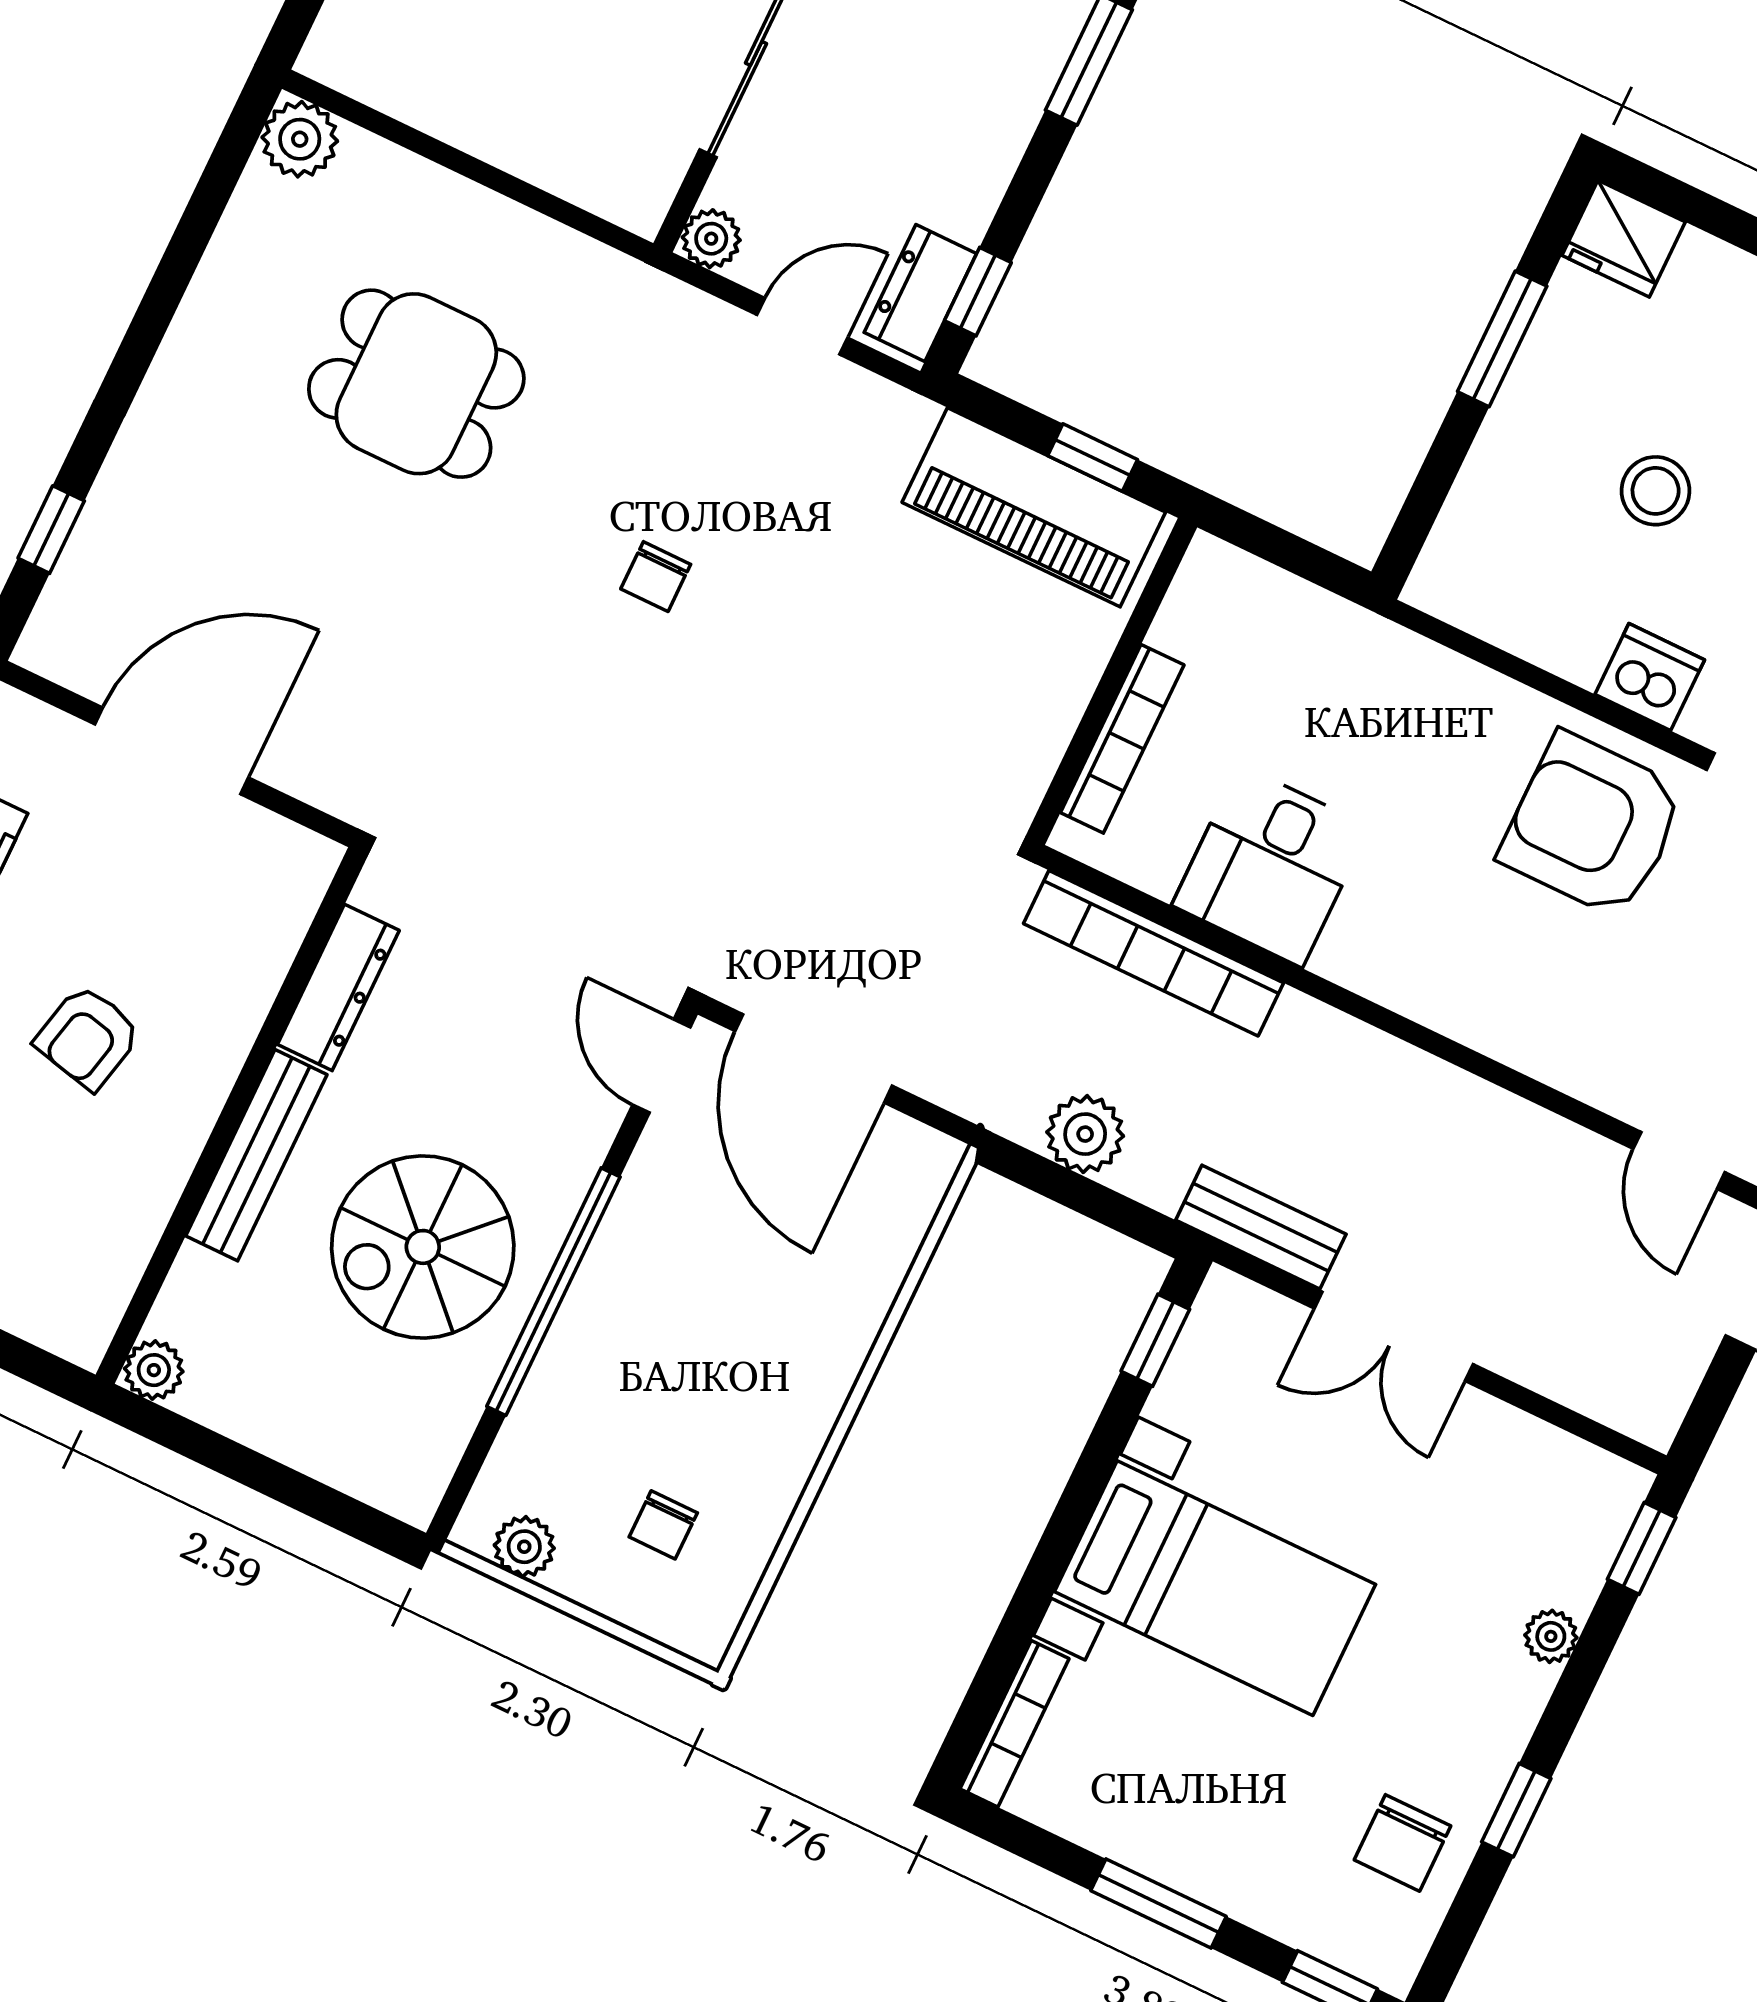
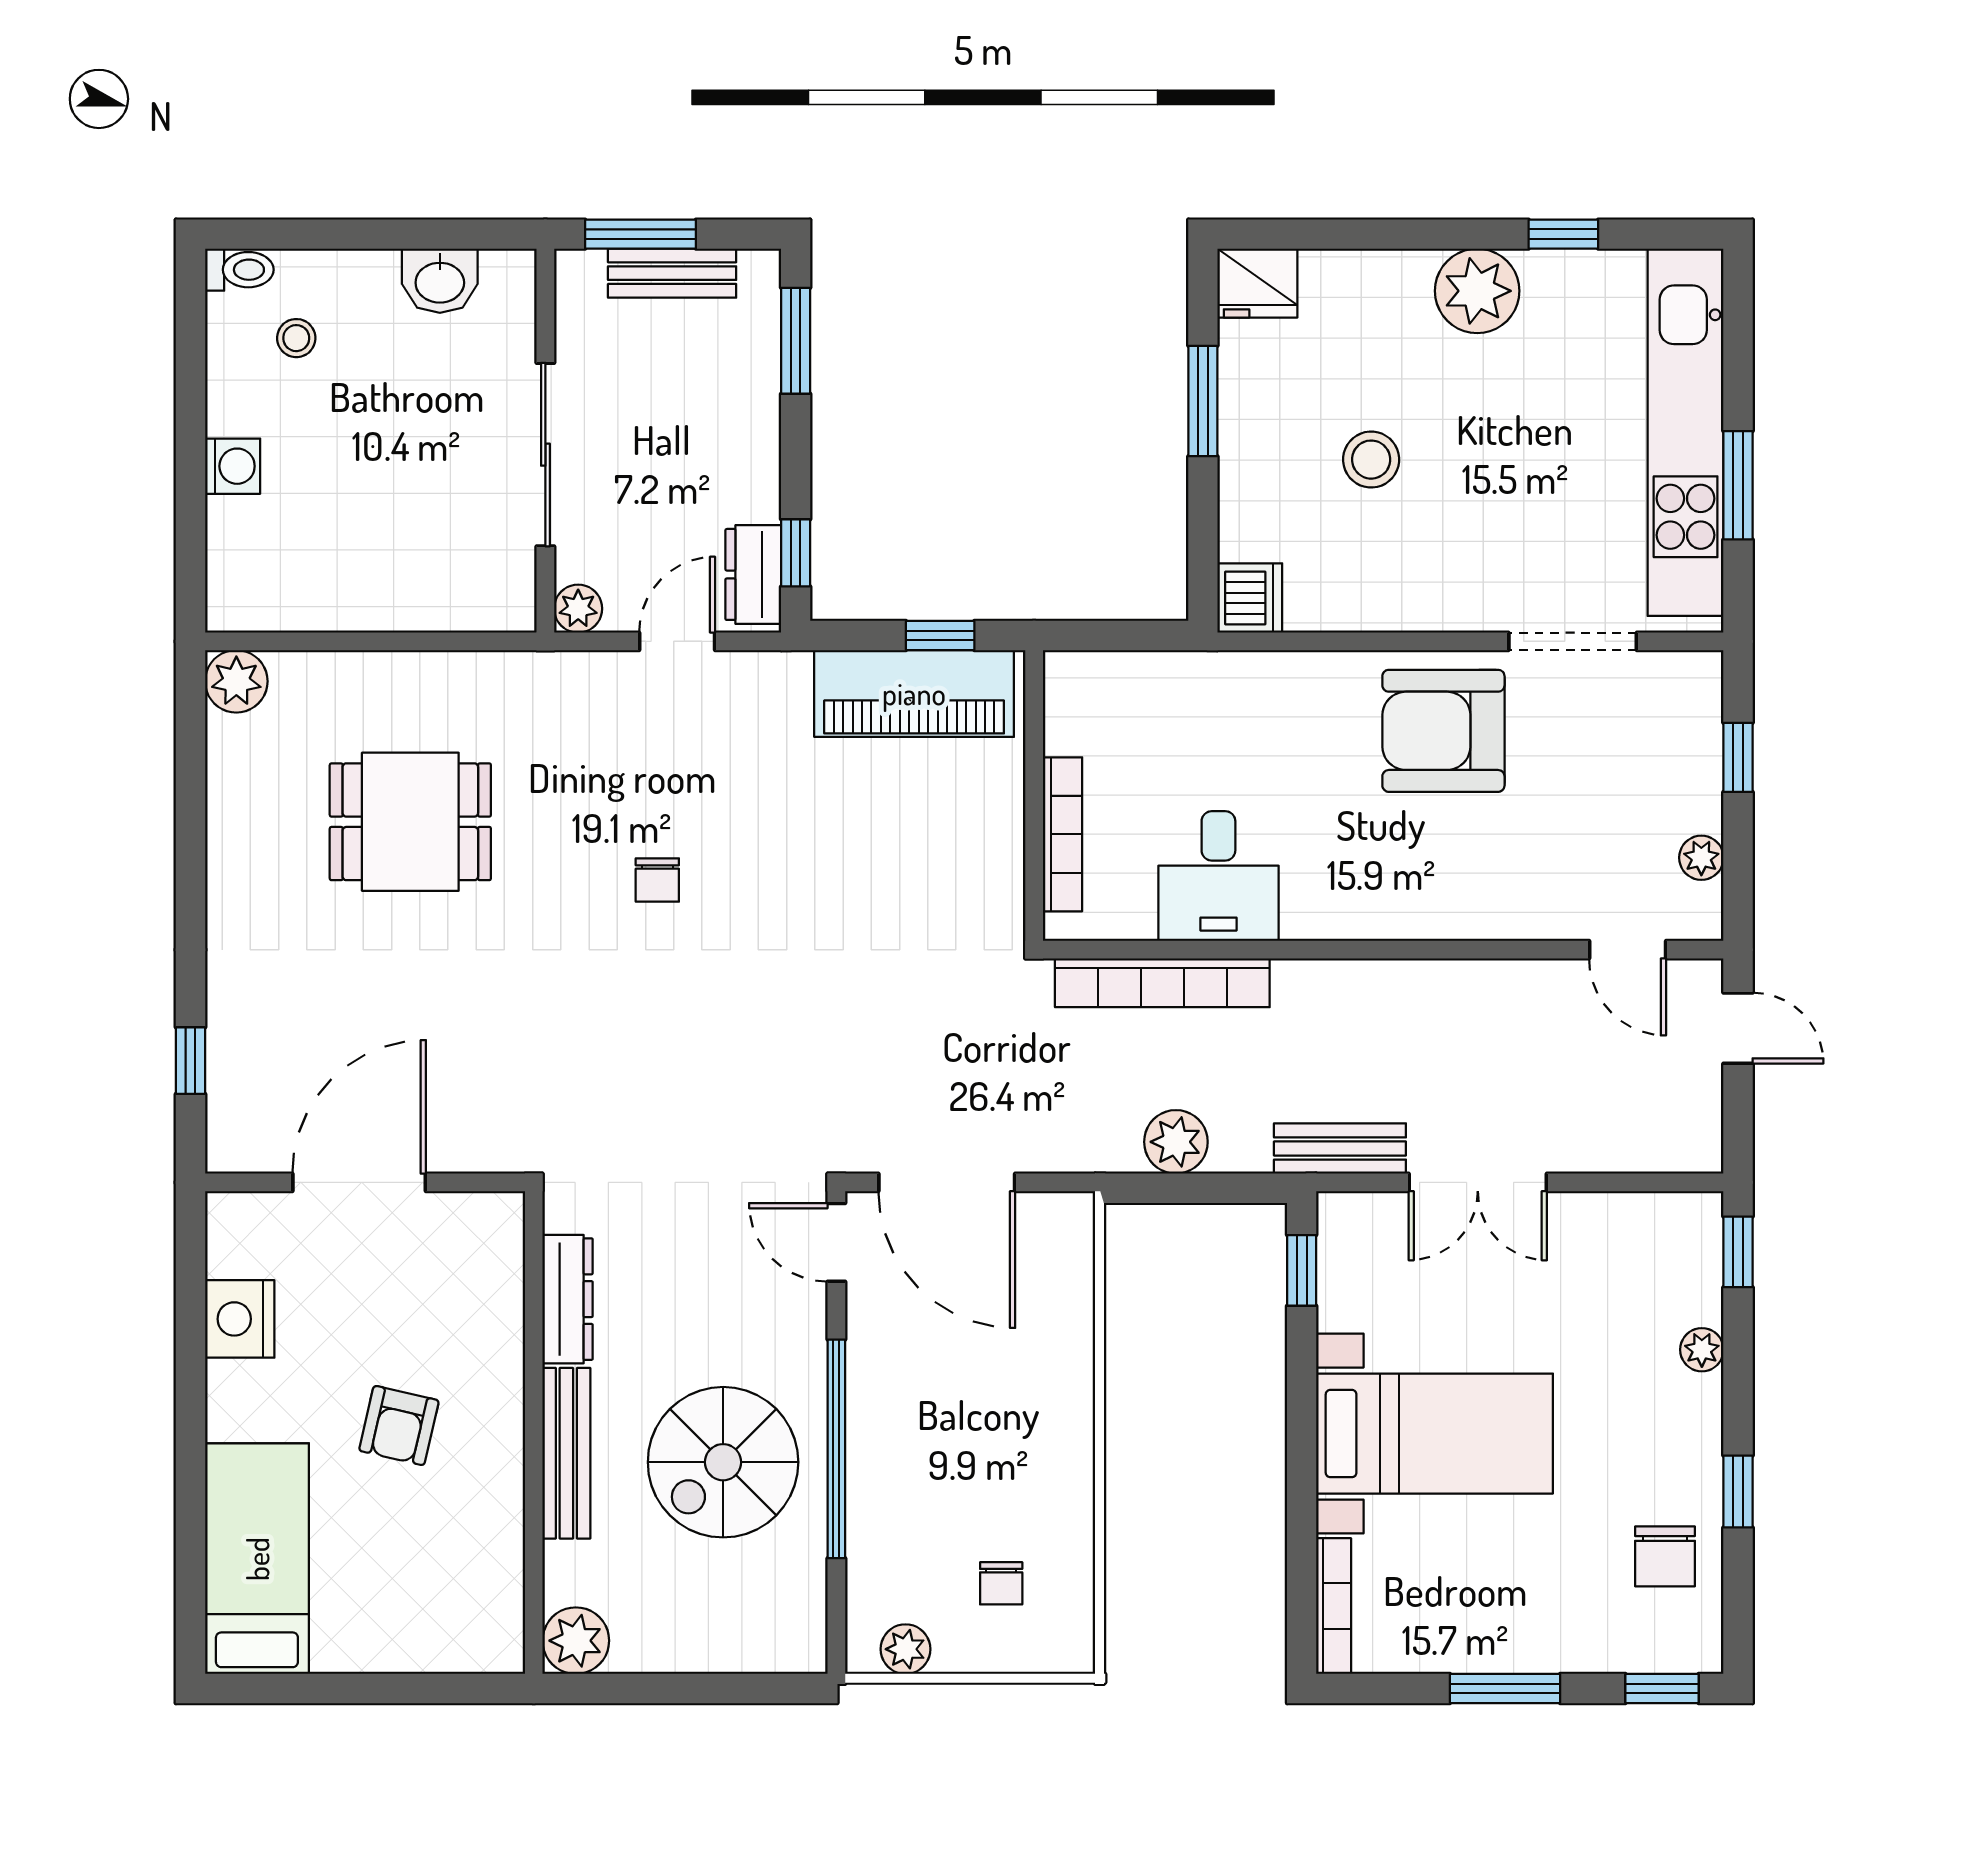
dishwasher: (1650, 677) -> (1250, 598), moved, turned 90
plant: (154, 1370) -> (576, 1641), width x1.38, depth x1.38

